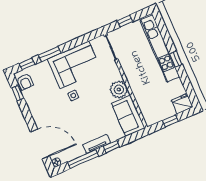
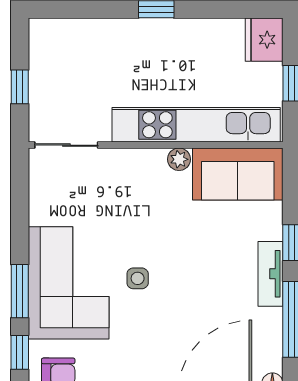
kitchen unit: (160, 48) -> (196, 125), moved, turned 180
corner sofa: (74, 65) -> (69, 283), moved
plant: (119, 90) -> (179, 159), width x0.53, depth x0.53

